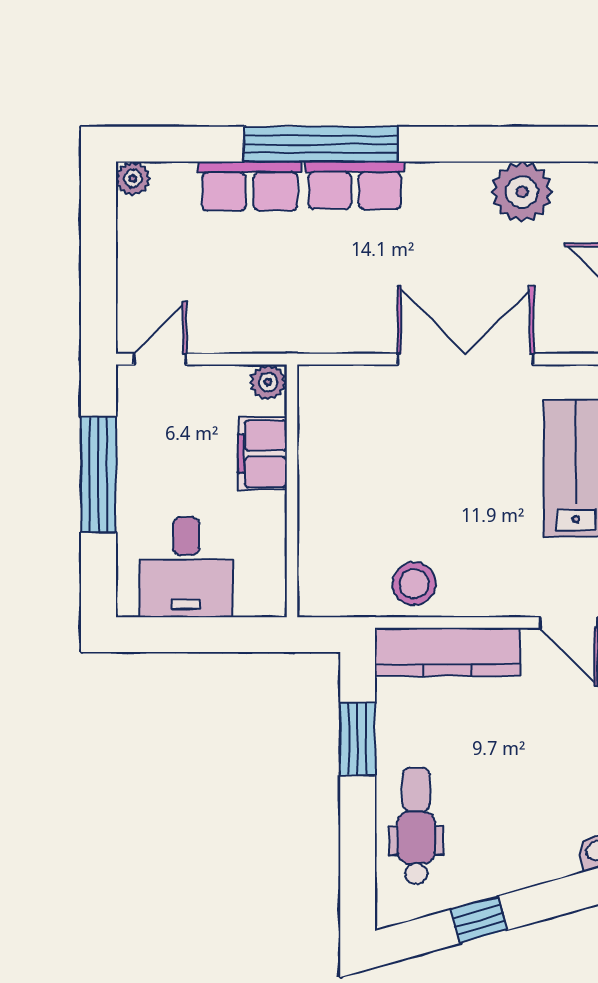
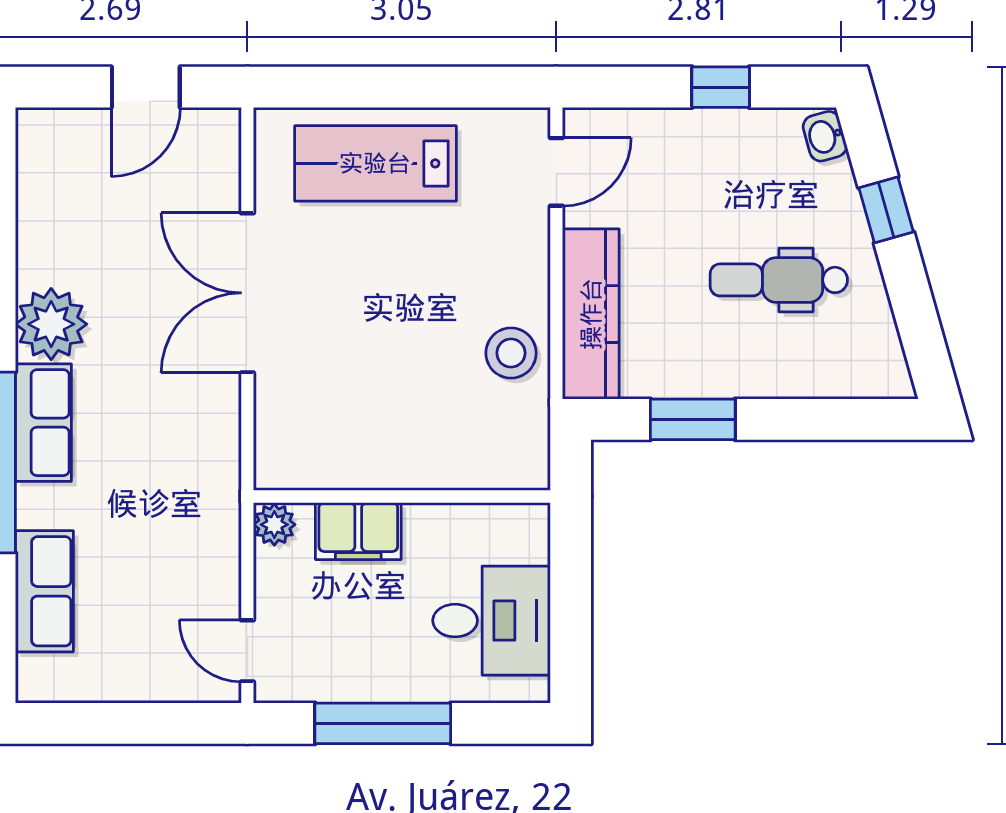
plant: (133, 178) -> (35, 683), removed
row of seats: (250, 186) -> (44, 591), moved
plant: (522, 192) -> (51, 324), moved
dental chair: (416, 826) -> (779, 280), moved
window: (479, 920) -> (886, 210), moved

